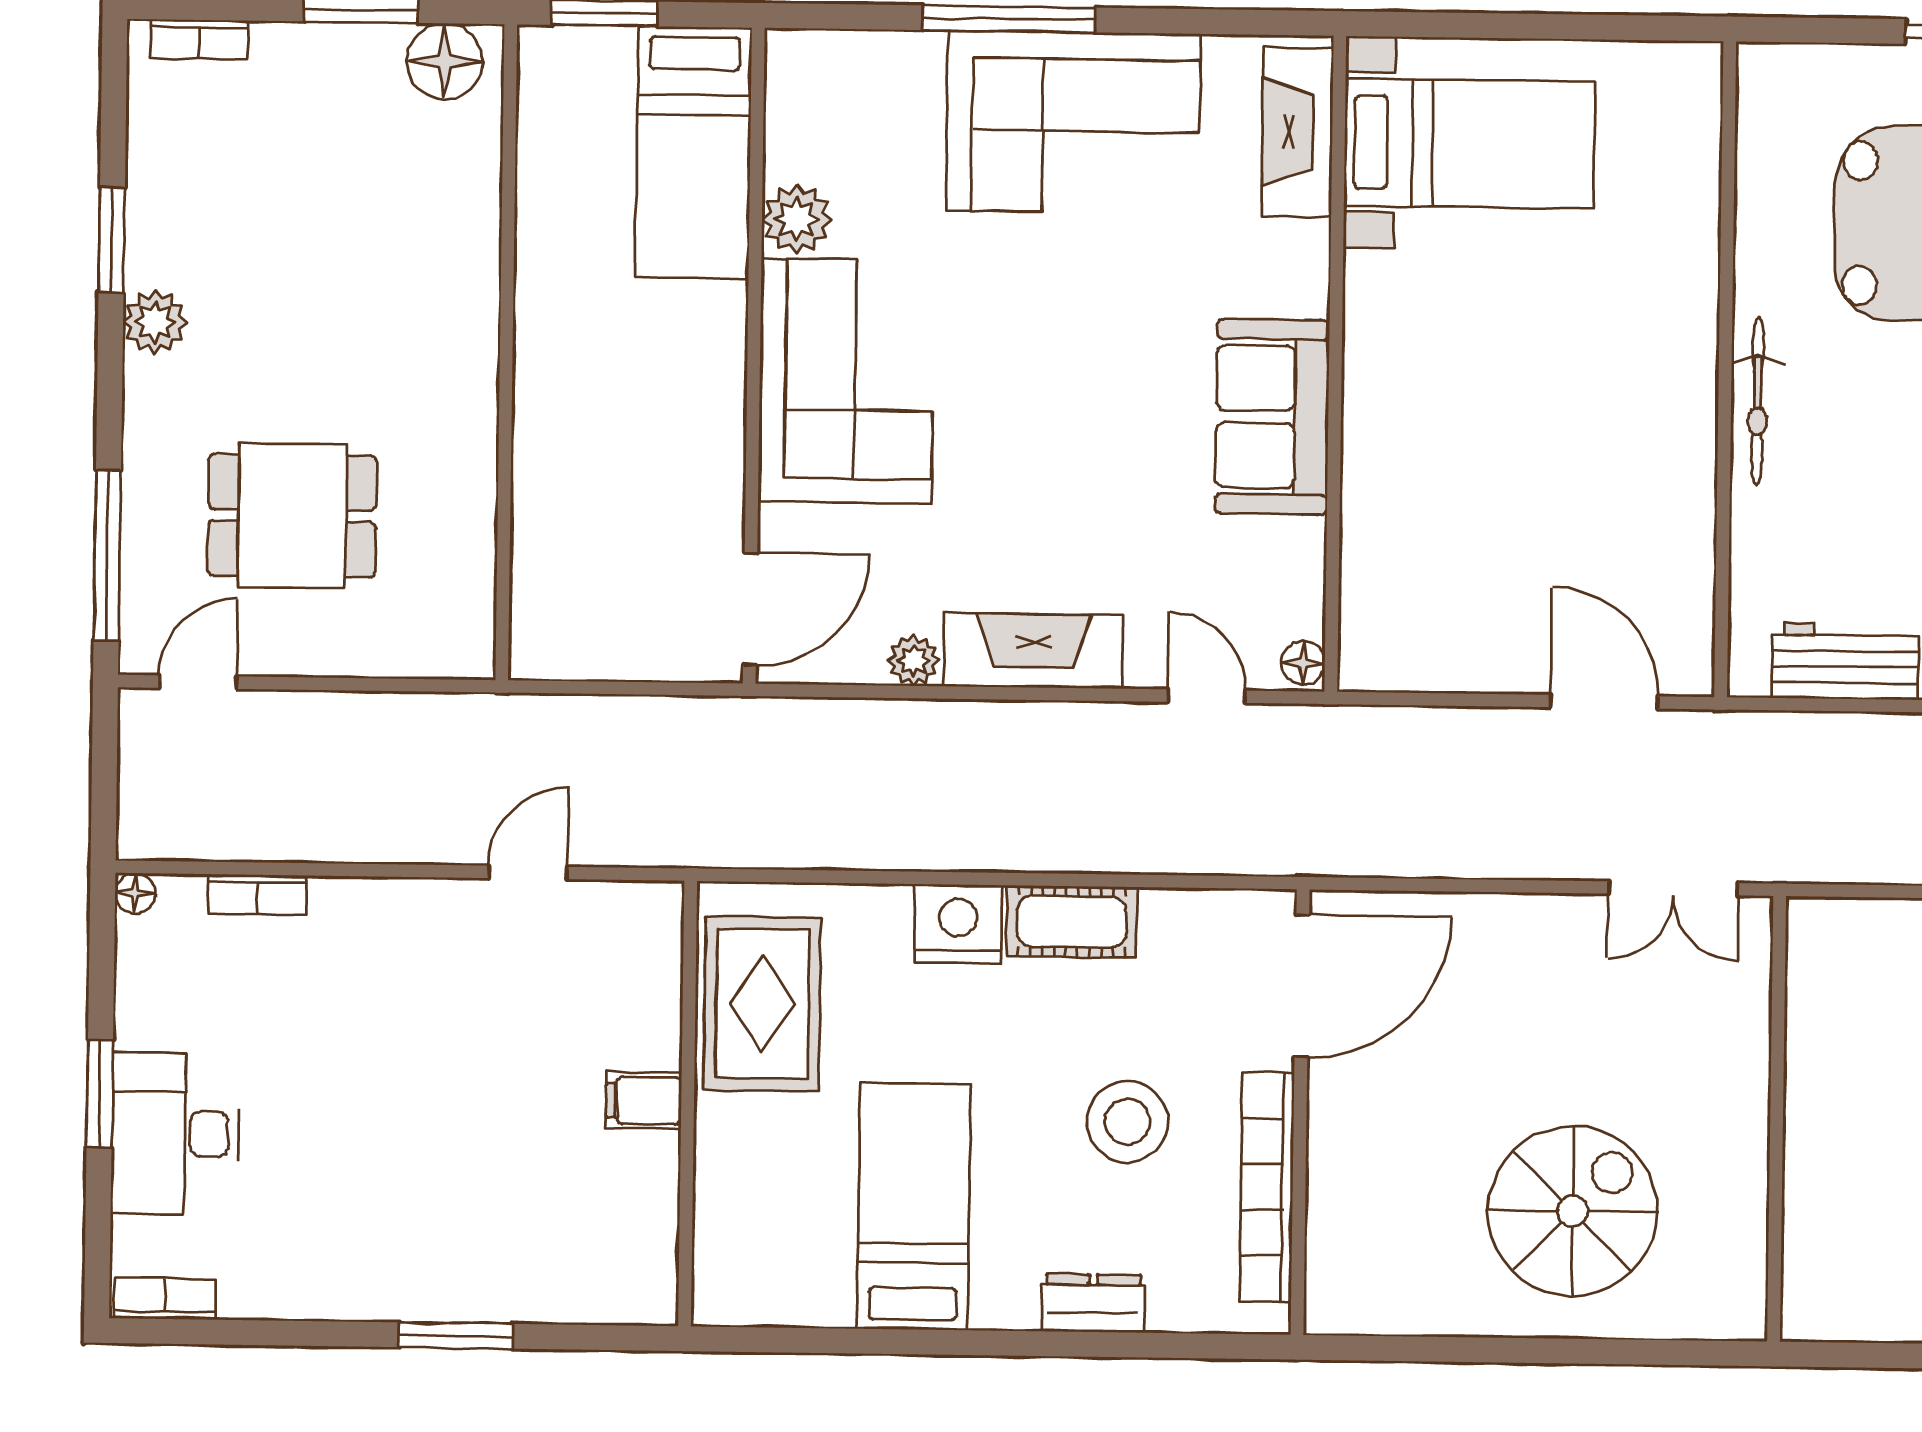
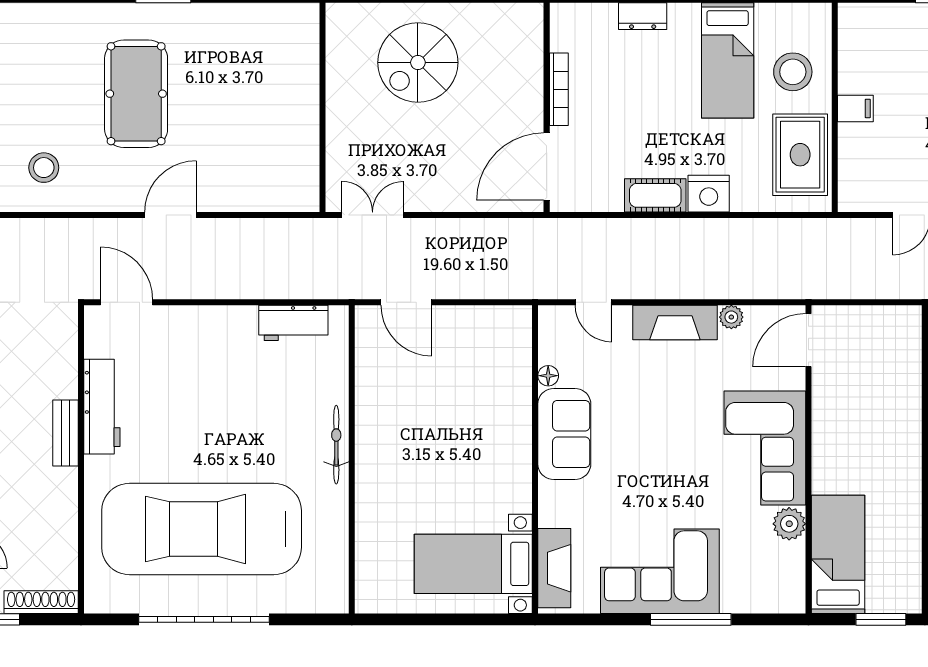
floor lamp: (1303, 663) -> (548, 376), moved
stool: (1127, 1122) -> (793, 72), moved
bookcase: (1267, 1187) -> (559, 89), width x0.68, depth x0.76

